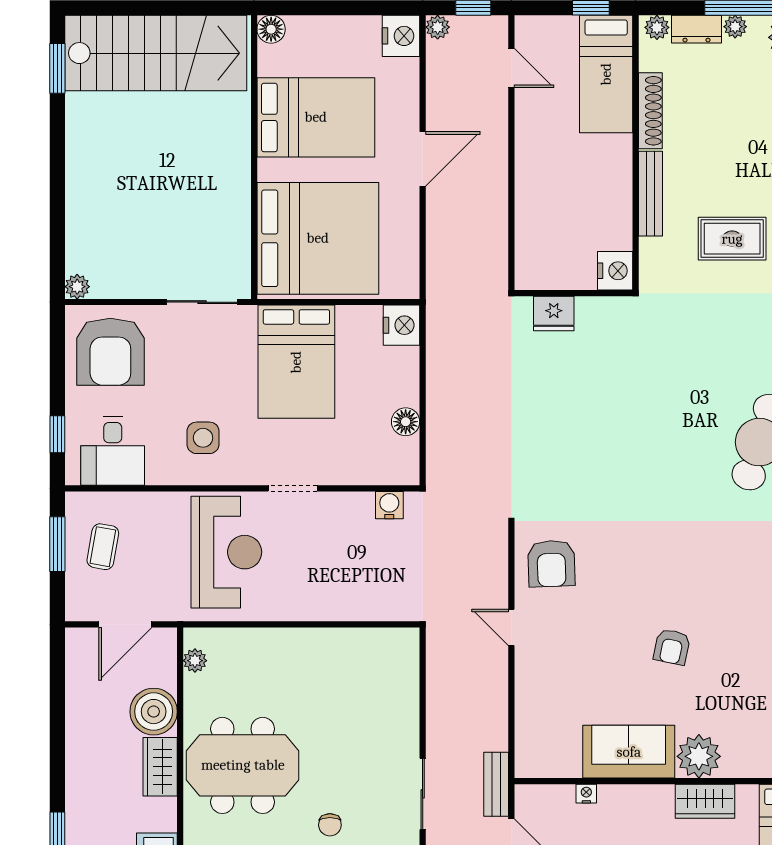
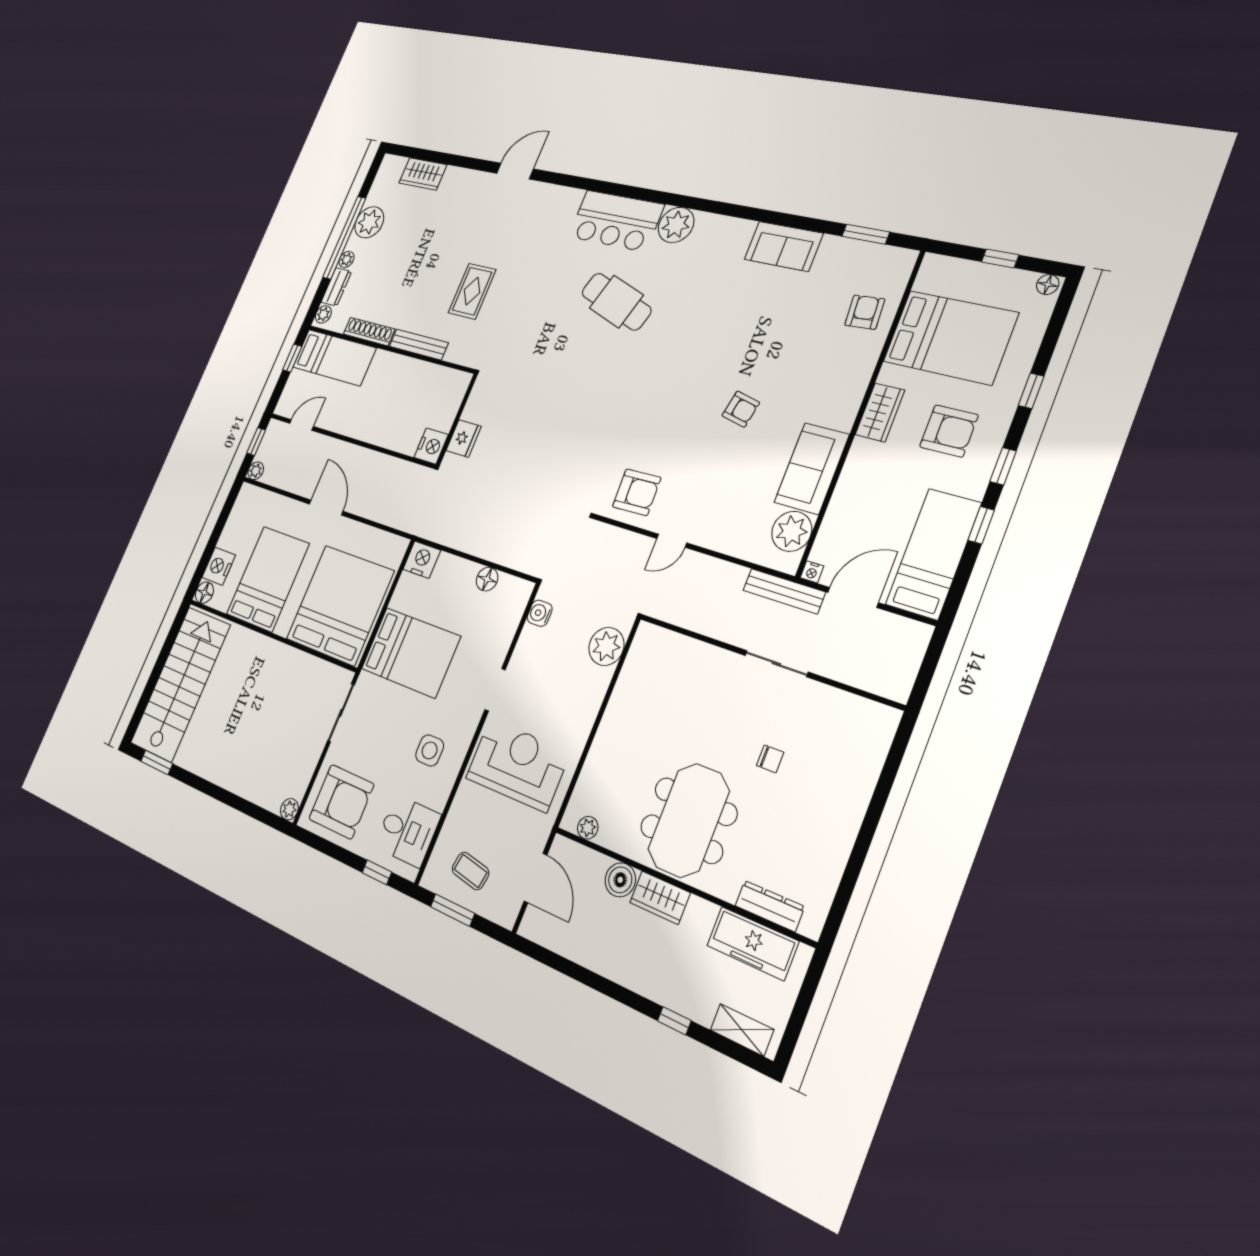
nightstand: (401, 36) -> (219, 566), moved, turned -90
nightstand: (615, 271) -> (431, 446), moved, turned 90
plant: (380, 600) -> (606, 646), added
boiler: (154, 712) -> (620, 880), width x0.73, depth x0.73
plant: (699, 756) -> (792, 531), moved
bench: (496, 784) -> (784, 591), width x1.36
nightstand: (586, 794) -> (812, 572), moved, turned -90

